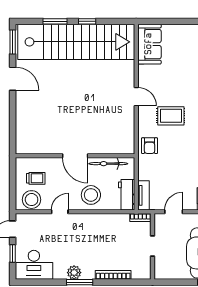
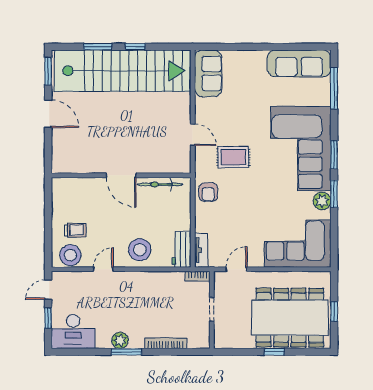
door: (75, 156) -> (121, 175), moved
wall: (75, 156) -> (121, 175), moved
bicycle: (108, 164) -> (160, 184), moved

